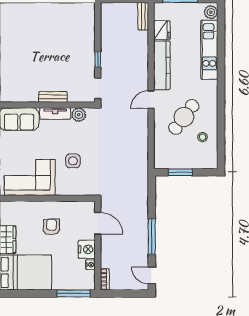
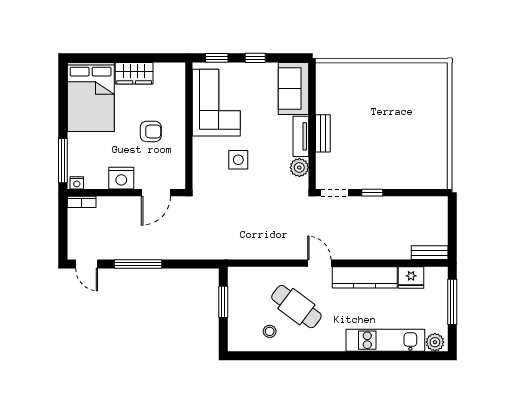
nightstand: (90, 265) -> (77, 183), moved
door: (152, 275) -> (87, 264), swing flipped

